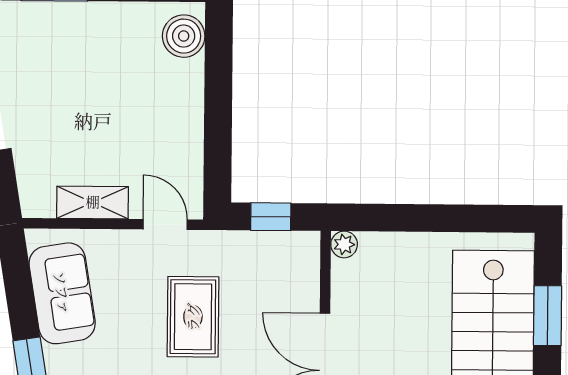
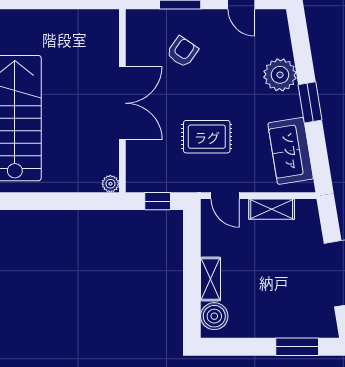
shelving: (189, 94) -> (211, 279), added
rug: (193, 317) -> (207, 137), turned 90

